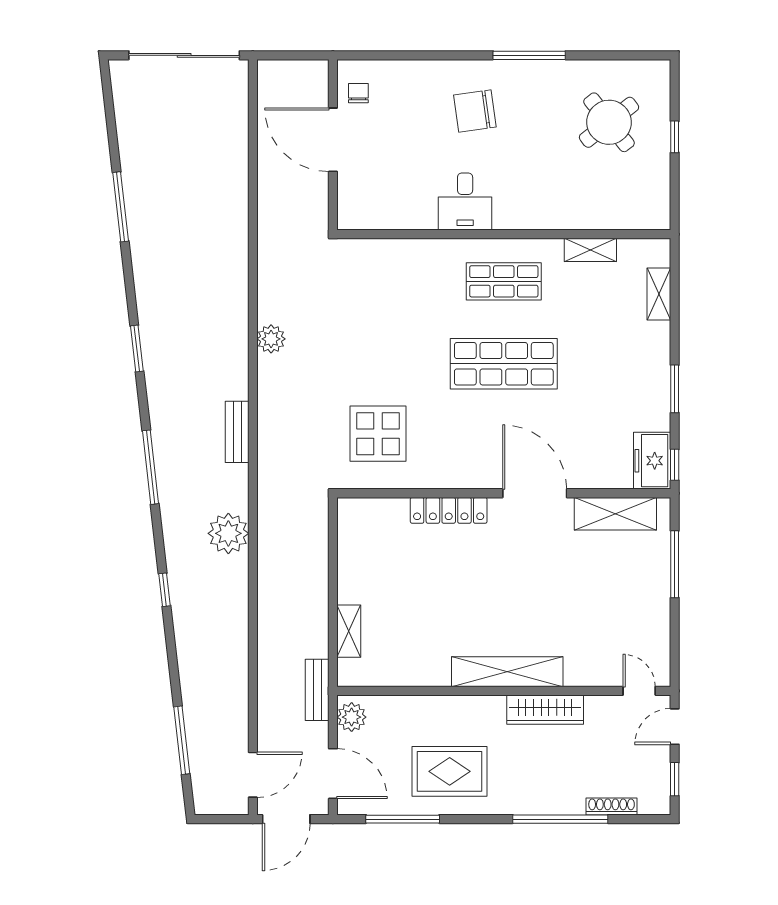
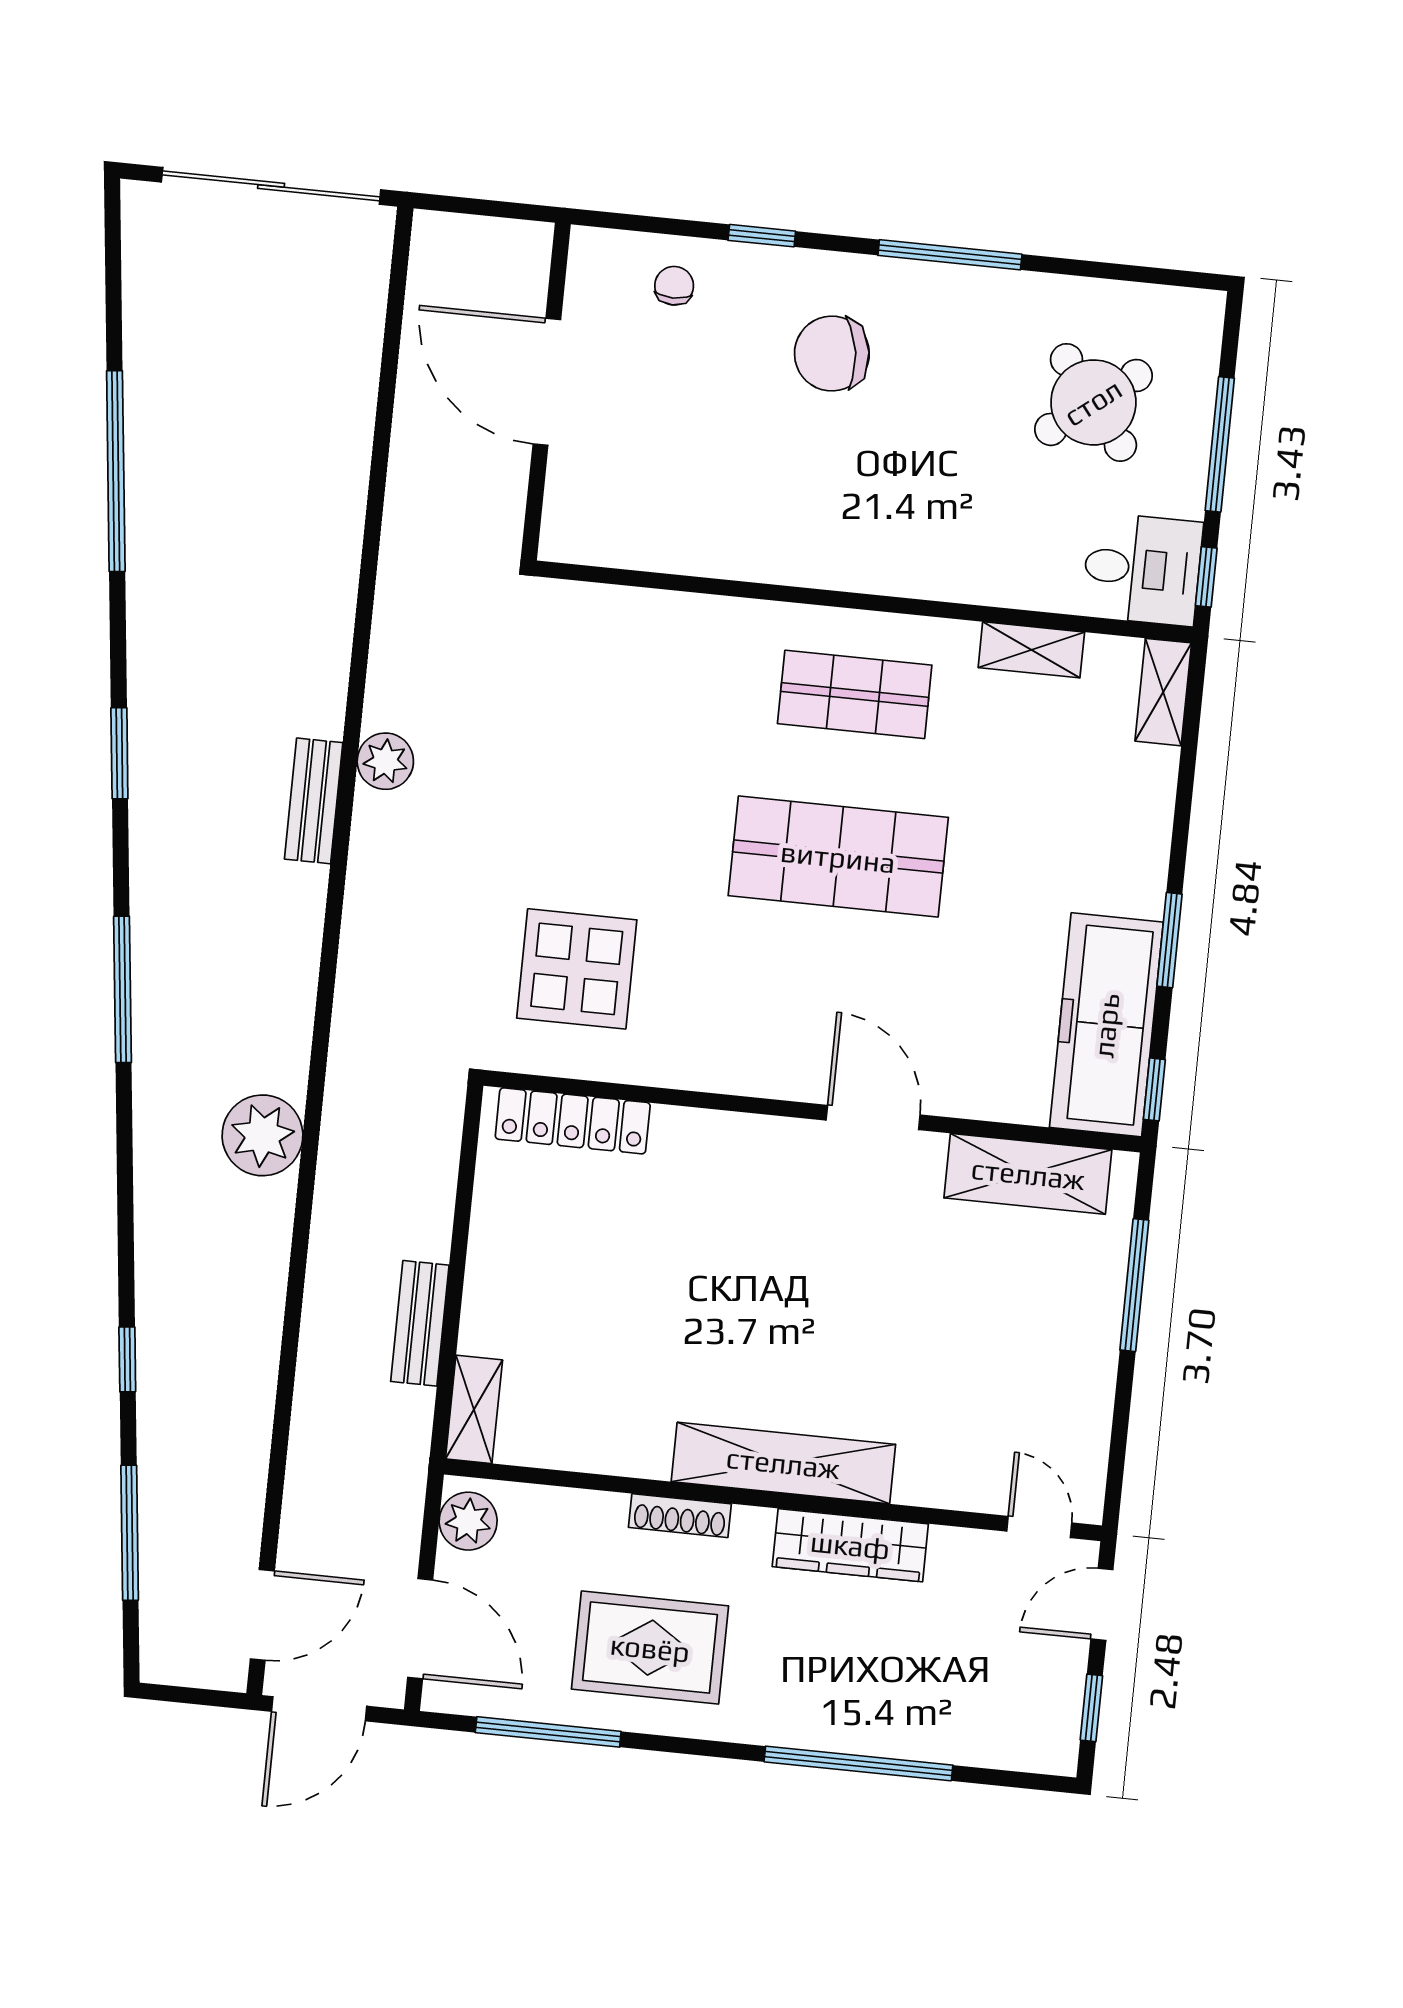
window: (434, 55) -> (762, 236), added
chair: (358, 93) -> (674, 286), moved
window: (675, 137) -> (1220, 444), width x2.17
desk: (465, 202) -> (1142, 569), moved, turned -90
window: (675, 204) -> (1206, 577), added
window: (121, 207) -> (116, 471), width x1.46
shelving: (659, 294) -> (1163, 692), moved
bench: (237, 432) -> (314, 801), moved
freezer: (652, 461) -> (1106, 1025), width x1.91, depth x1.26
door: (535, 493) -> (873, 1117), width x0.73
locker: (449, 510) -> (573, 1121), moved
window: (165, 590) -> (127, 1359), moved
shelving: (349, 631) -> (474, 1409), moved
bench: (317, 690) -> (420, 1323), moved
shoe rack: (612, 806) -> (680, 1516), moved, turned 180

